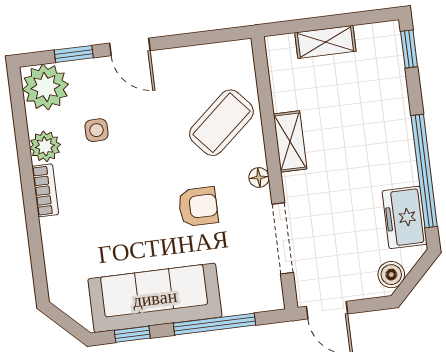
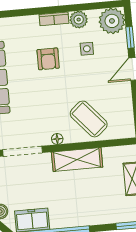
shelving: (290, 141) -> (77, 160), width x1.50, depth x1.33
armchair: (198, 207) -> (48, 59), moved

